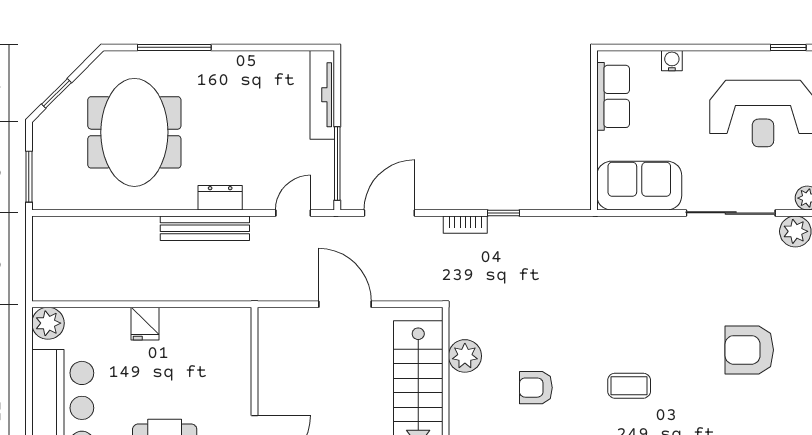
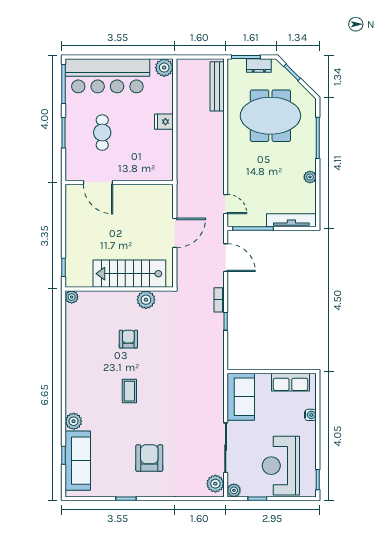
plant: (245, 61) -> (310, 177), added
dresser: (220, 198) -> (259, 65), moved, turned 90
bench: (205, 228) -> (217, 86), moved

